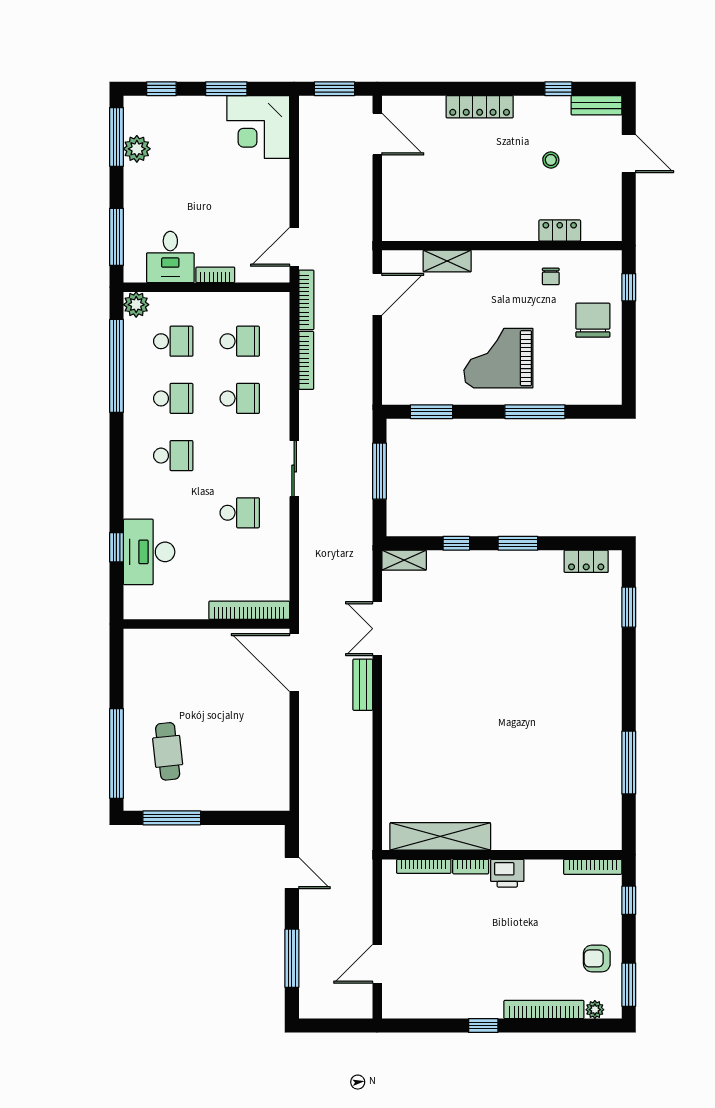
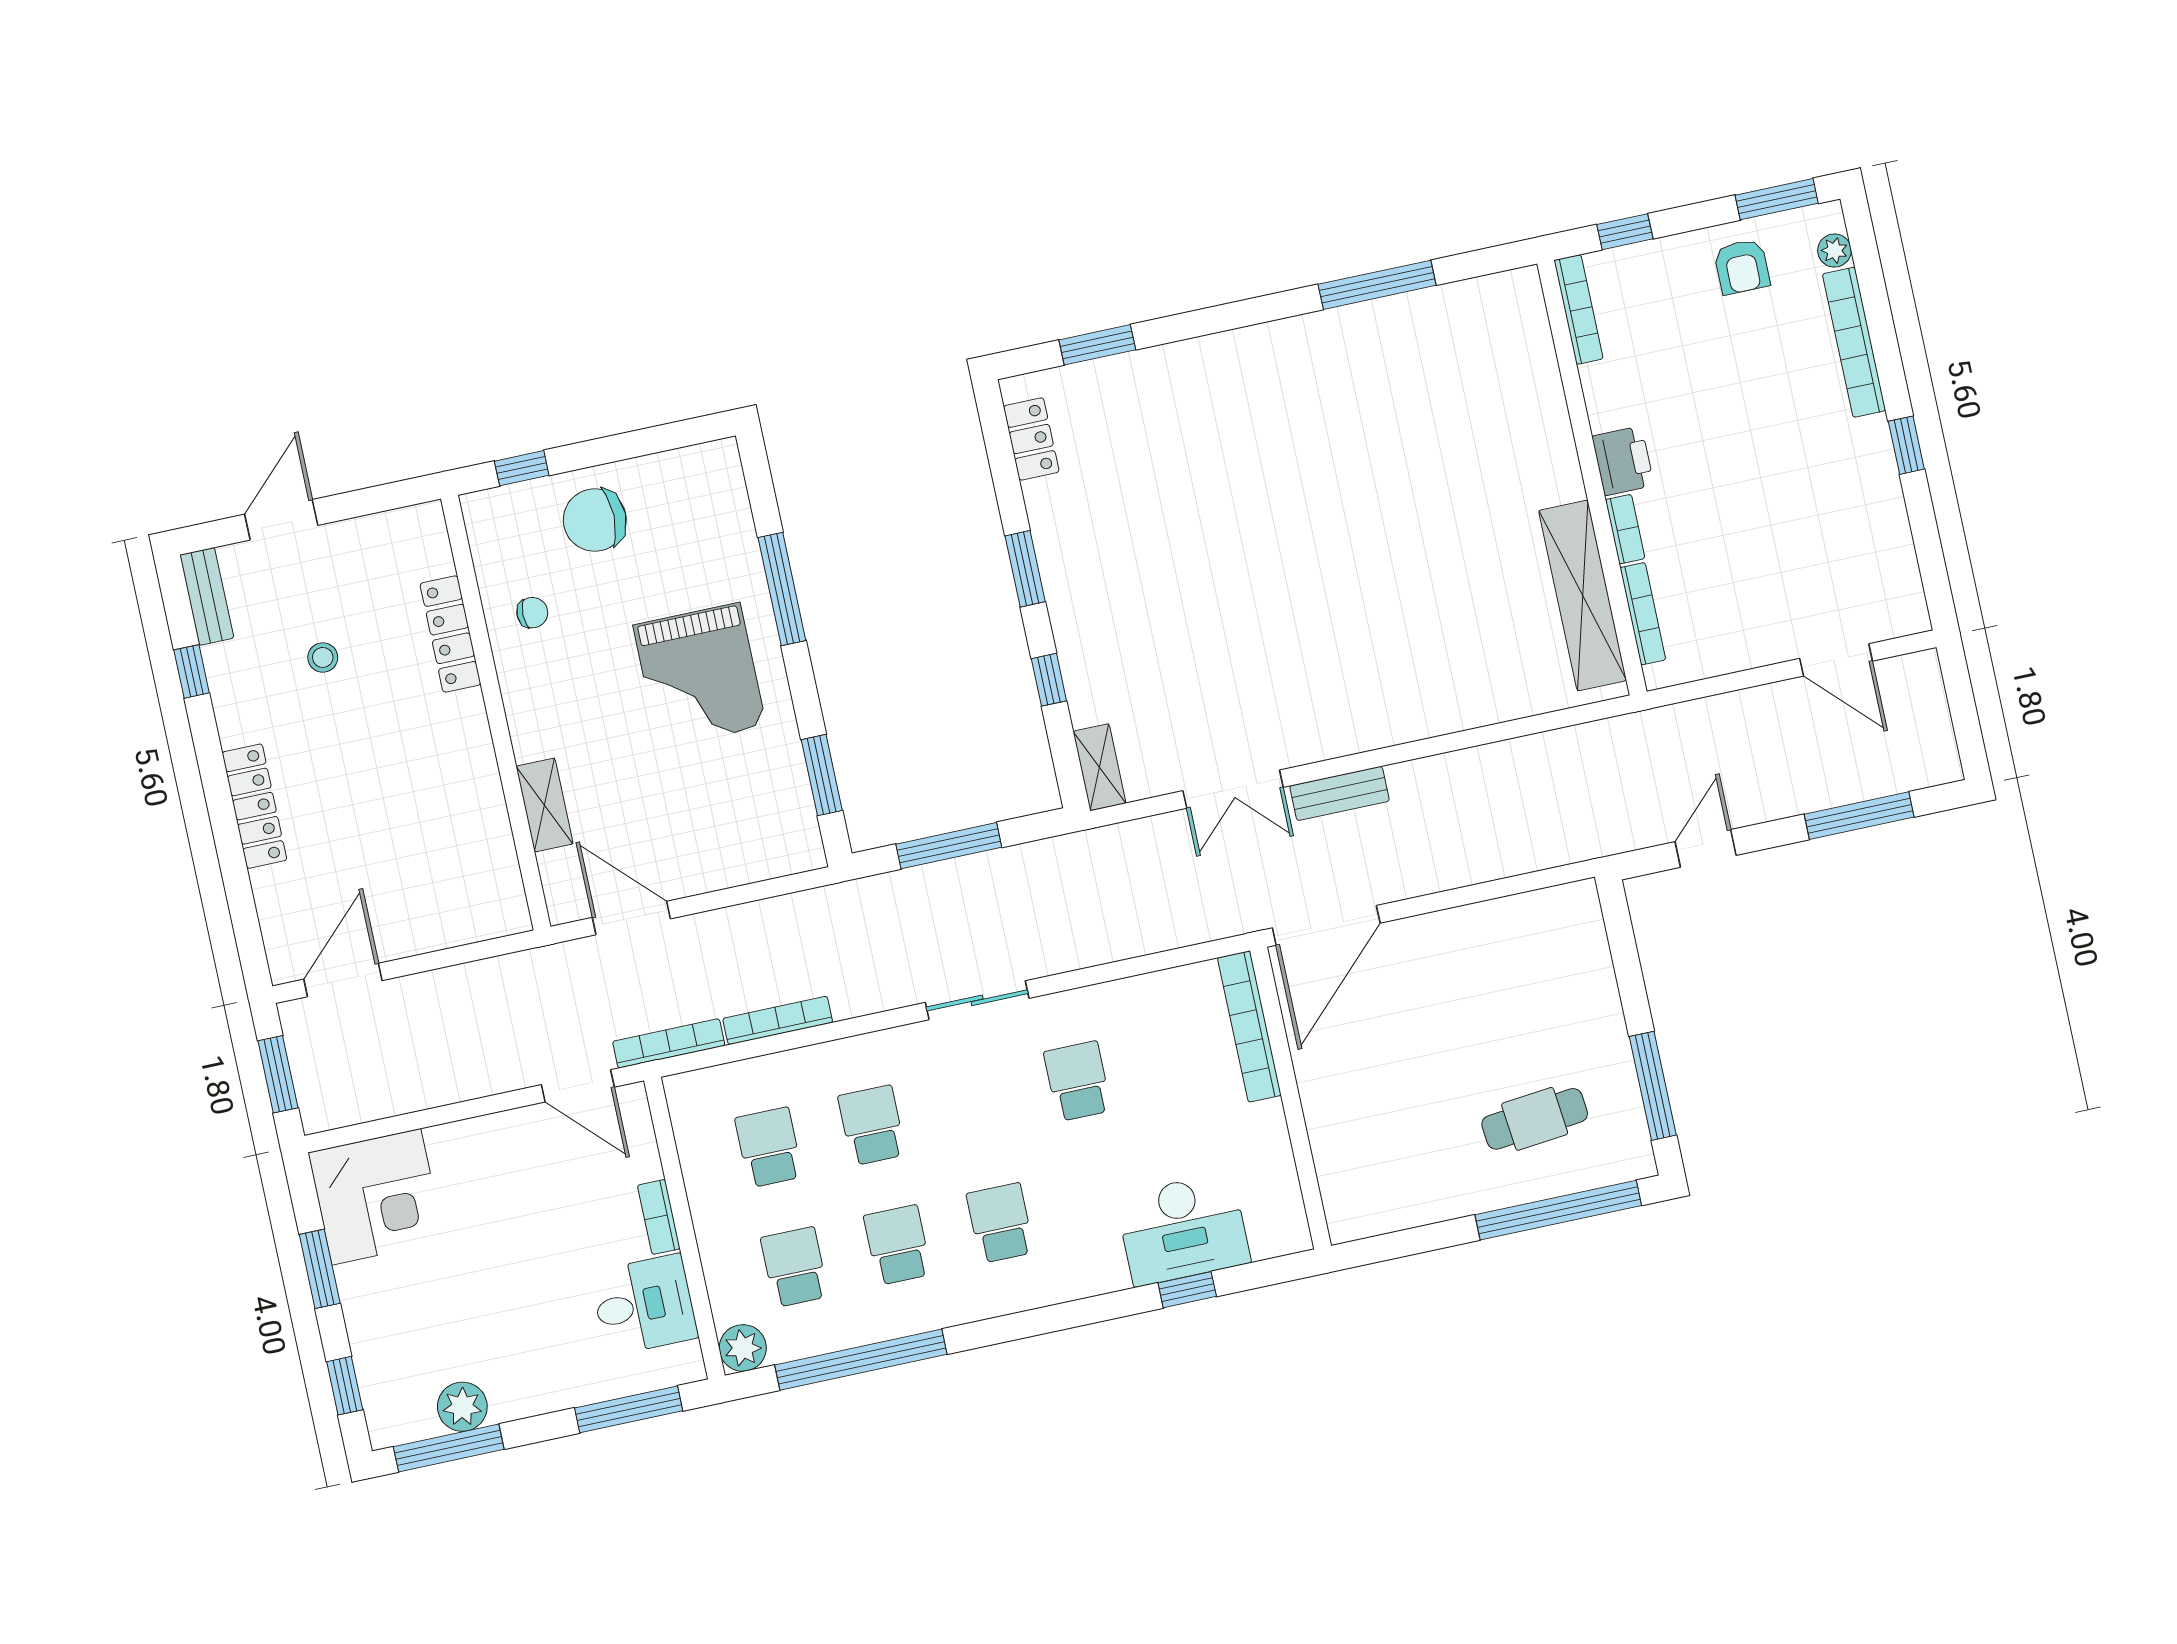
locker: (560, 230) -> (450, 634), width x1.53

